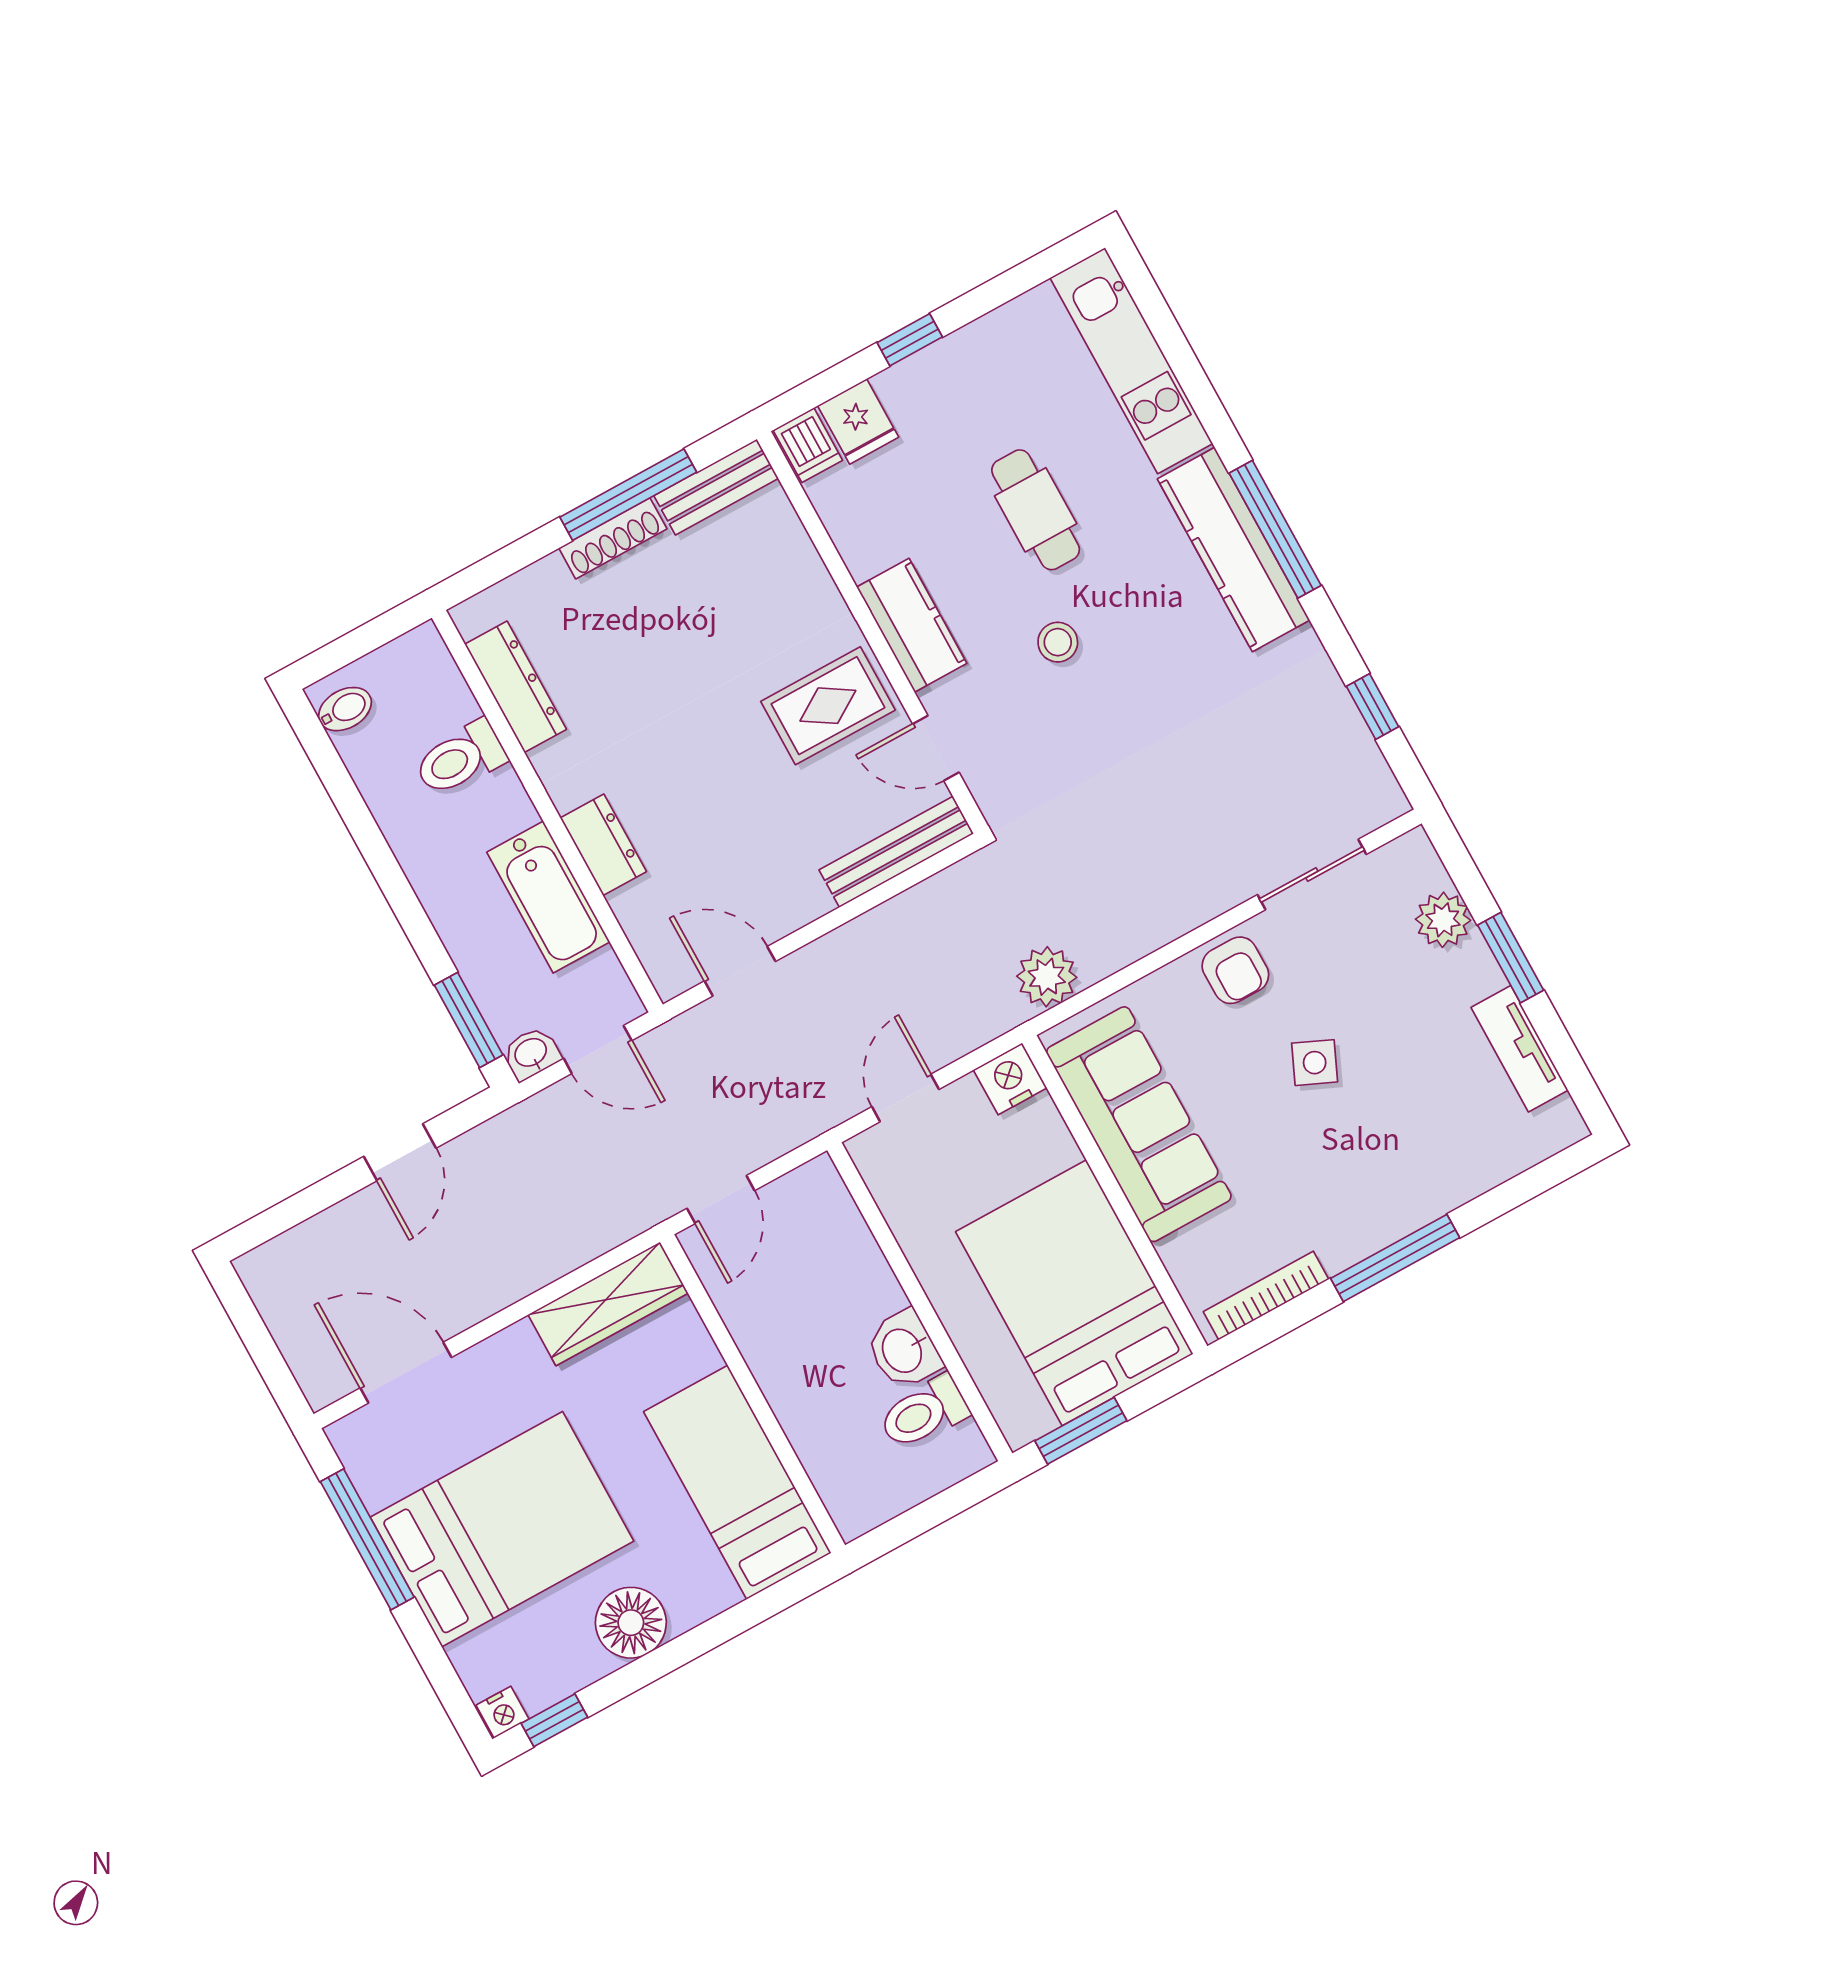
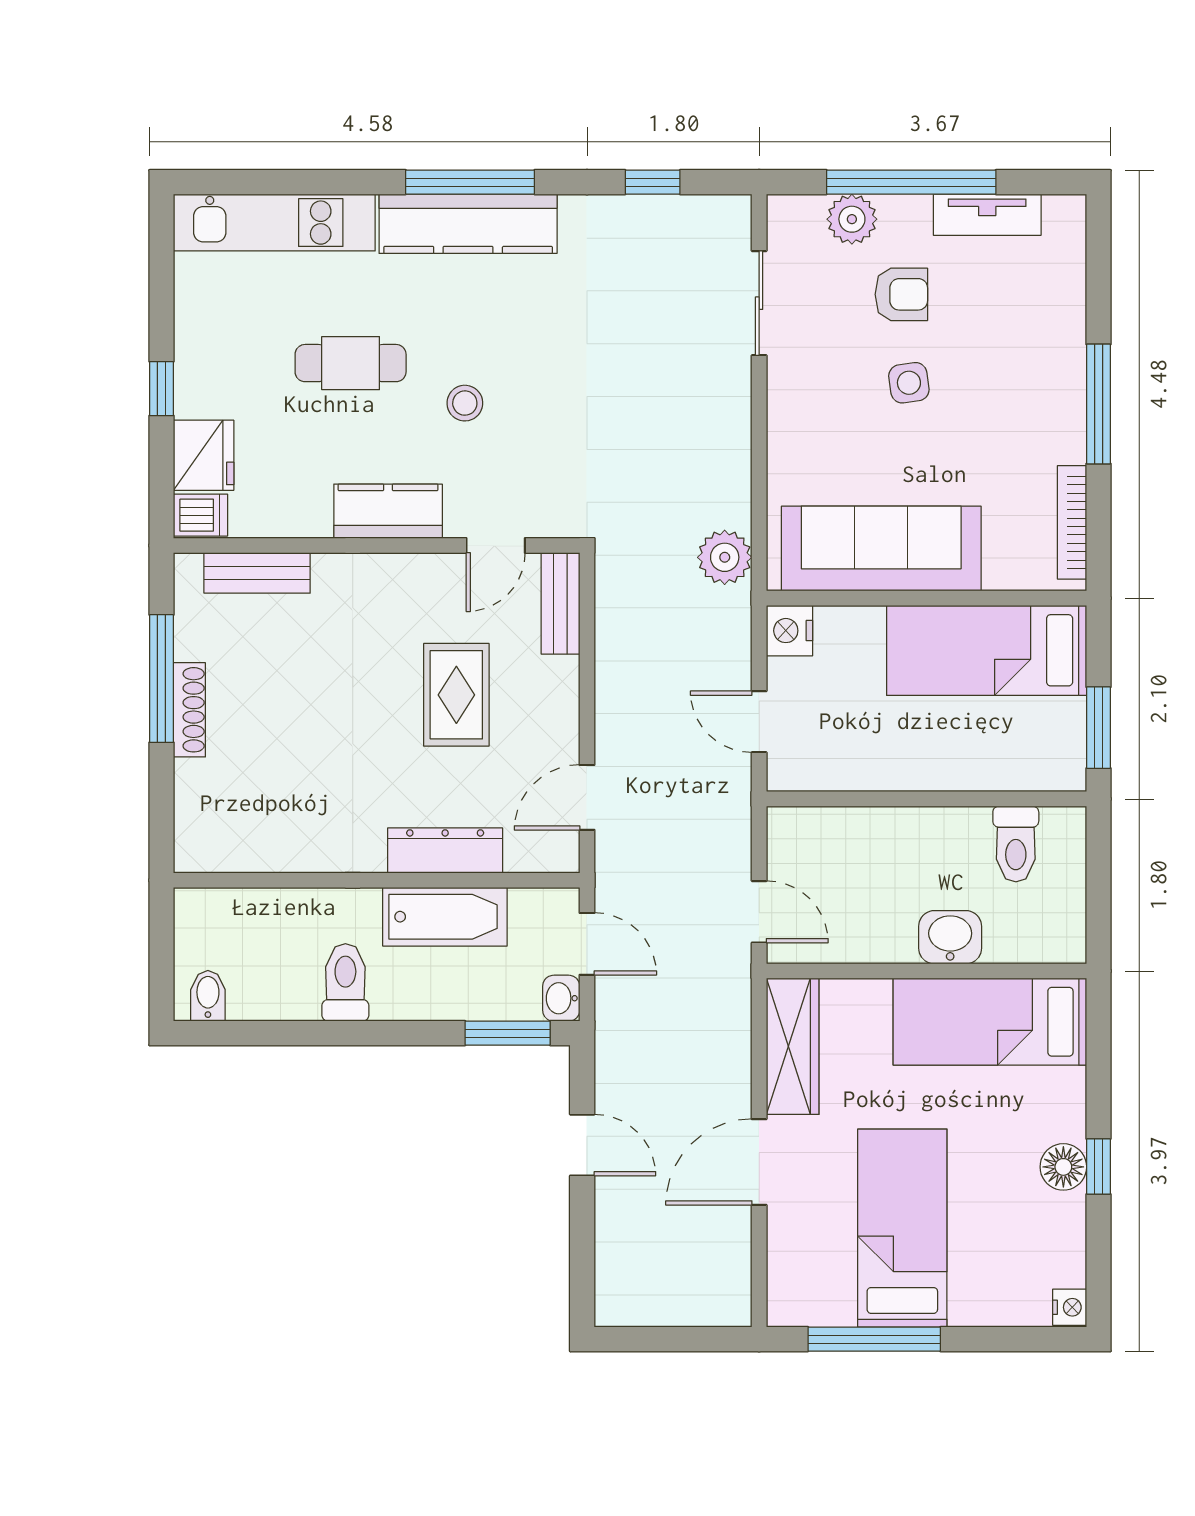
fridge: (858, 421) -> (204, 455), width x1.38
bench: (716, 487) -> (257, 573), moved, turned 90
dresser: (516, 687) -> (264, 851), removed
rug: (828, 706) -> (456, 695), moved
toilet: (460, 758) -> (345, 982), moved, turned 180
dresser: (603, 845) -> (445, 850), width x1.44
bench: (896, 852) -> (560, 603), width x0.73
window: (1511, 958) -> (911, 182), width x2.11
armchair: (1235, 970) -> (901, 294), moved
door: (598, 1049) -> (587, 944), hinge flipped
side table: (1315, 1063) -> (909, 383), turned -32
bed: (1074, 1293) -> (987, 650), width x0.67
washbasin: (903, 1350) -> (950, 937), moved, turned 180
door: (406, 1373) -> (759, 1162), moved
bed: (502, 1529) -> (902, 1228), width x0.67
floor lamp: (631, 1623) -> (1063, 1167), width x0.73, depth x0.73
window: (554, 1720) -> (1099, 1166), moved

